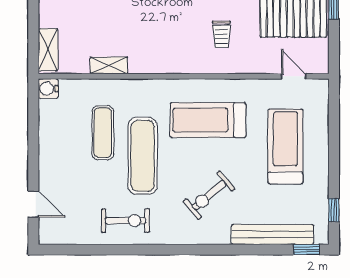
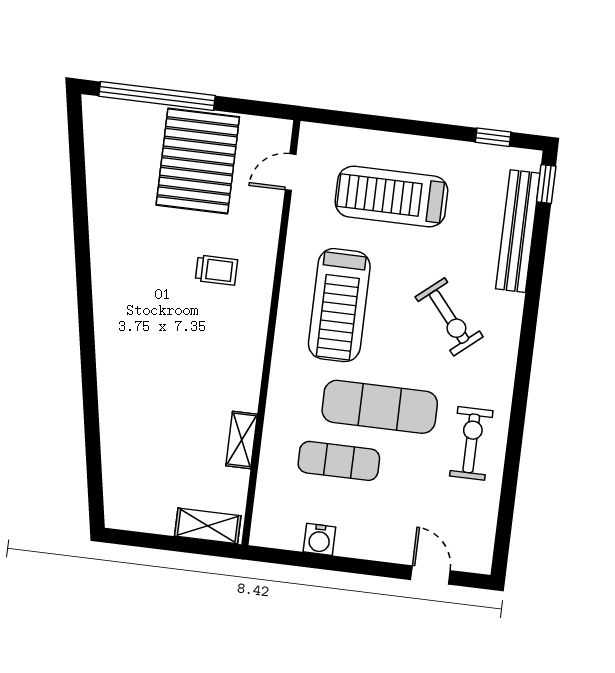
water cooler: (48, 89) -> (319, 539), moved
door: (33, 204) -> (430, 575), hinge flipped

